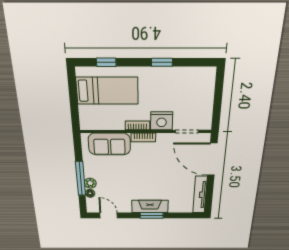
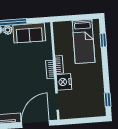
window: (162, 62) -> (108, 100), moved
sofa: (109, 144) -> (29, 33), moved, turned -90

